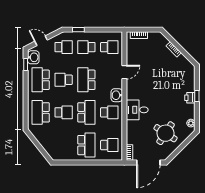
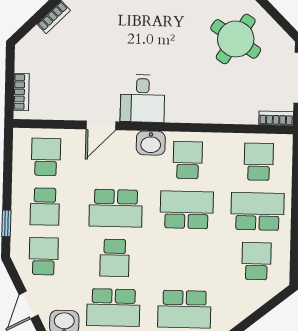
door: (124, 72) -> (101, 125), swing flipped
desk: (137, 110) -> (143, 98), moved
school desk: (64, 112) -> (256, 261), moved

